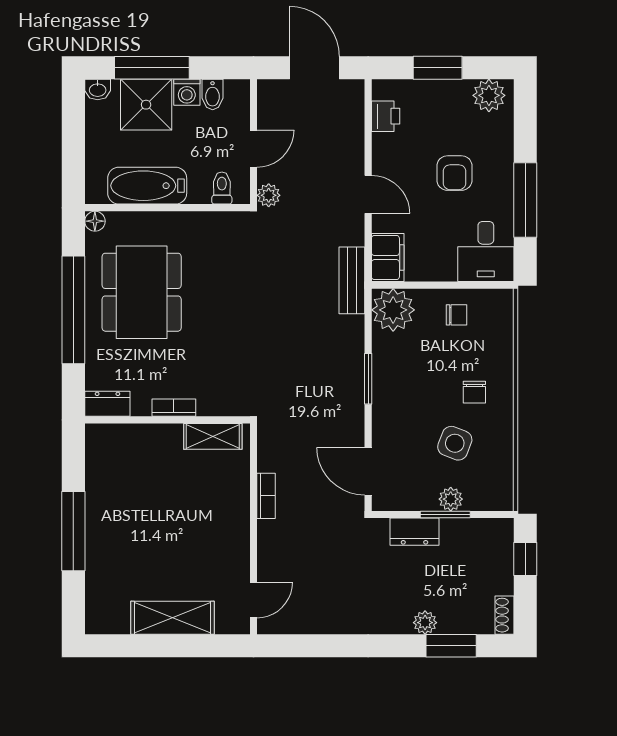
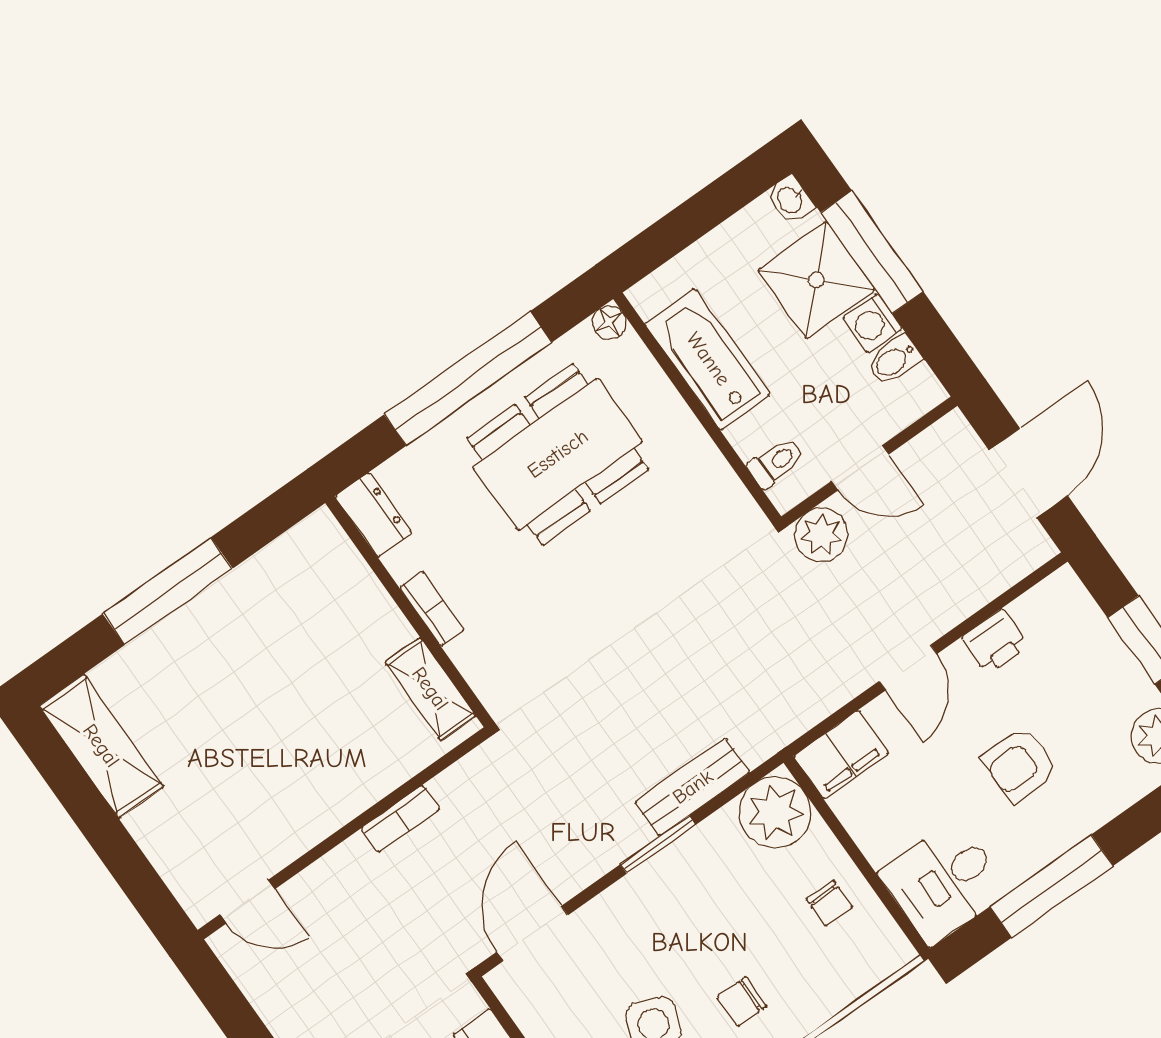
printer: (386, 116) -> (995, 641), moved
plant: (269, 195) -> (821, 535), width x1.38, depth x1.38
bench: (352, 280) -> (693, 787), moved
shelving: (173, 618) -> (101, 746), moved

